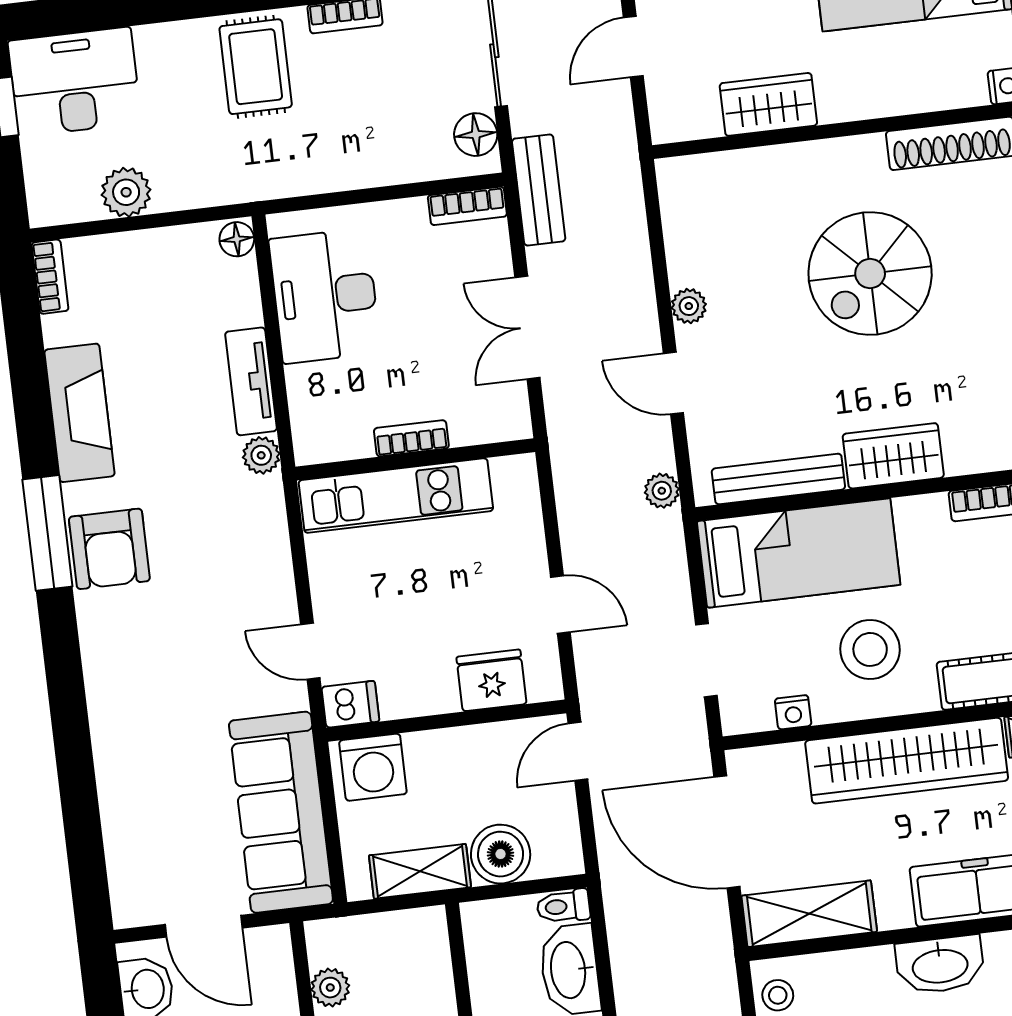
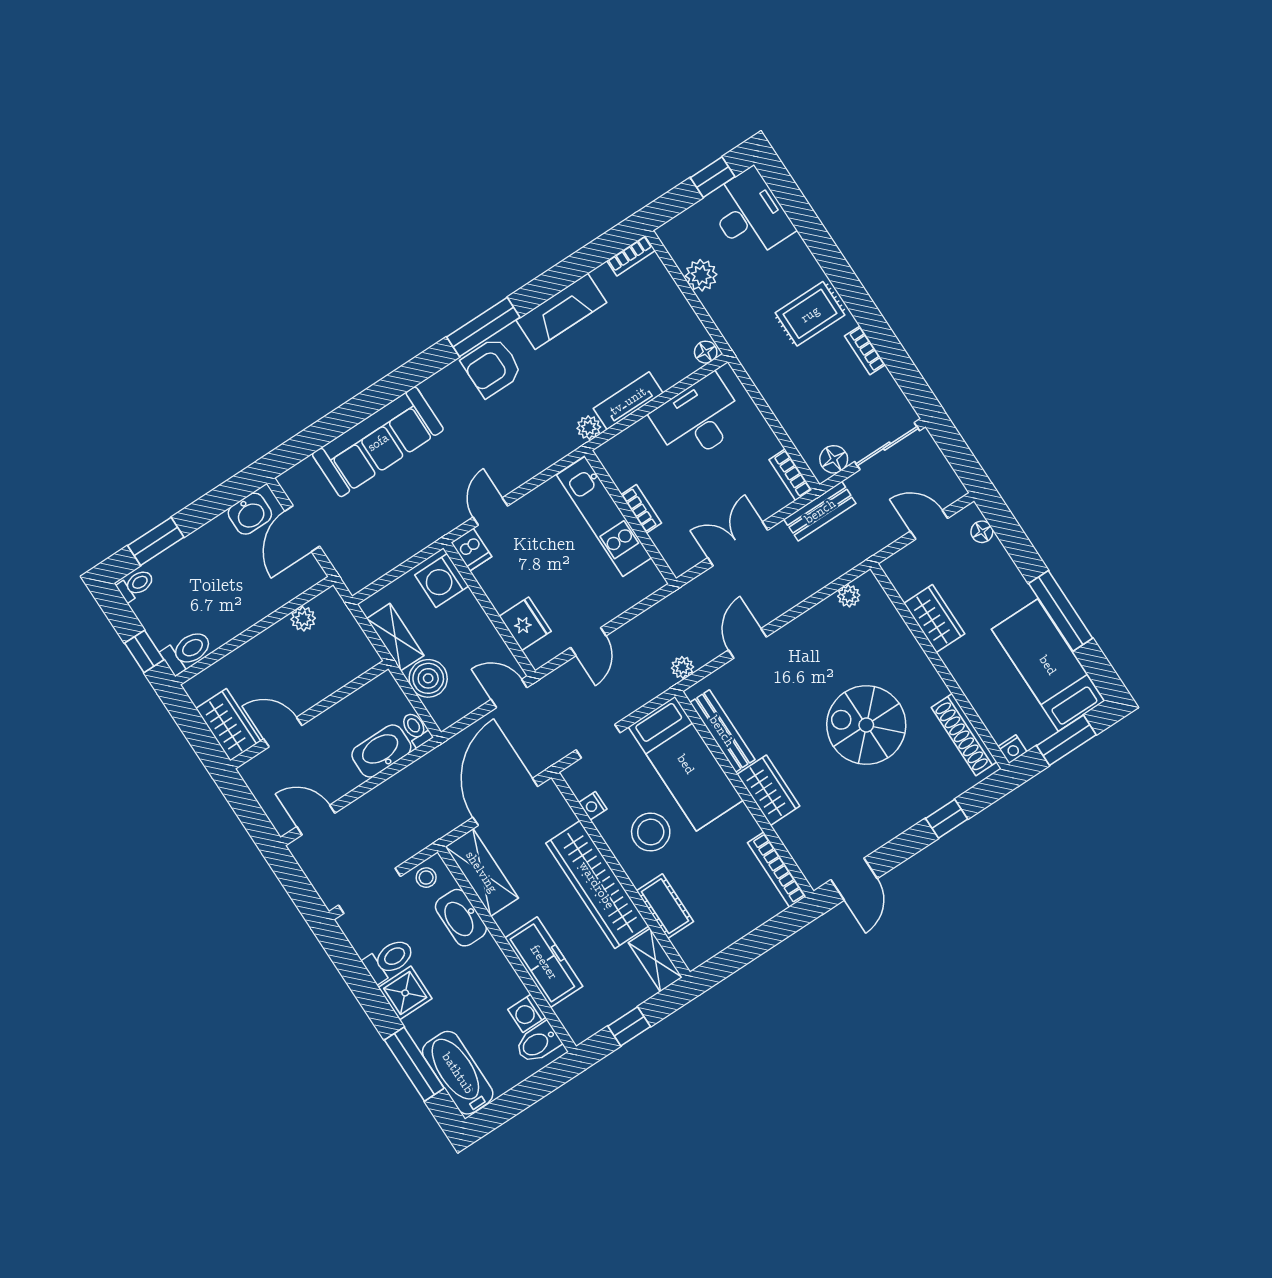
plant: (689, 306) -> (849, 596), moved
sofa: (281, 812) -> (378, 442), moved, turned 180
washbasin: (940, 965) -> (461, 918), moved

